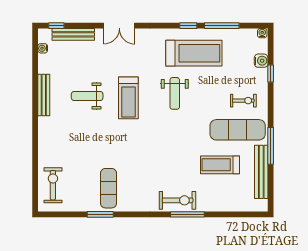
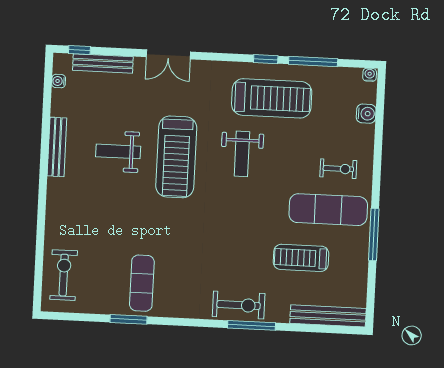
window: (271, 74) -> (379, 132), removed
treadmill: (128, 98) -> (176, 157), width x1.37, depth x1.38
bench: (261, 172) -> (328, 316), moved, turned 90

